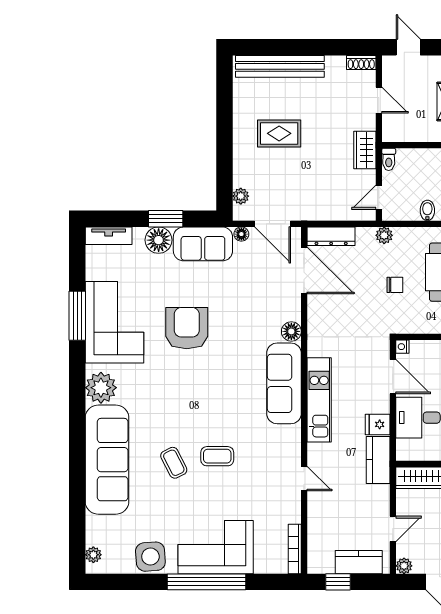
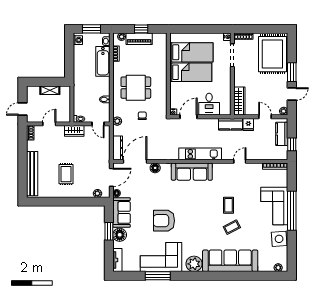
floor lamp: (291, 331) -> (155, 168), moved
fridge: (378, 424) -> (248, 124), moved

